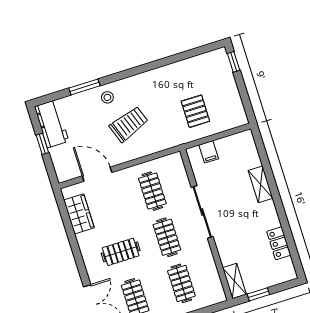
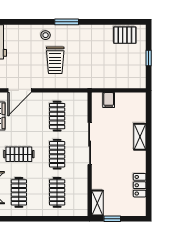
window: (234, 62) -> (149, 58), moved
window: (84, 87) -> (67, 22), moved
pallet: (195, 111) -> (125, 35), moved, turned 90
trolley: (129, 124) -> (55, 60), turned 110
door: (97, 174) -> (20, 90), swing flipped

